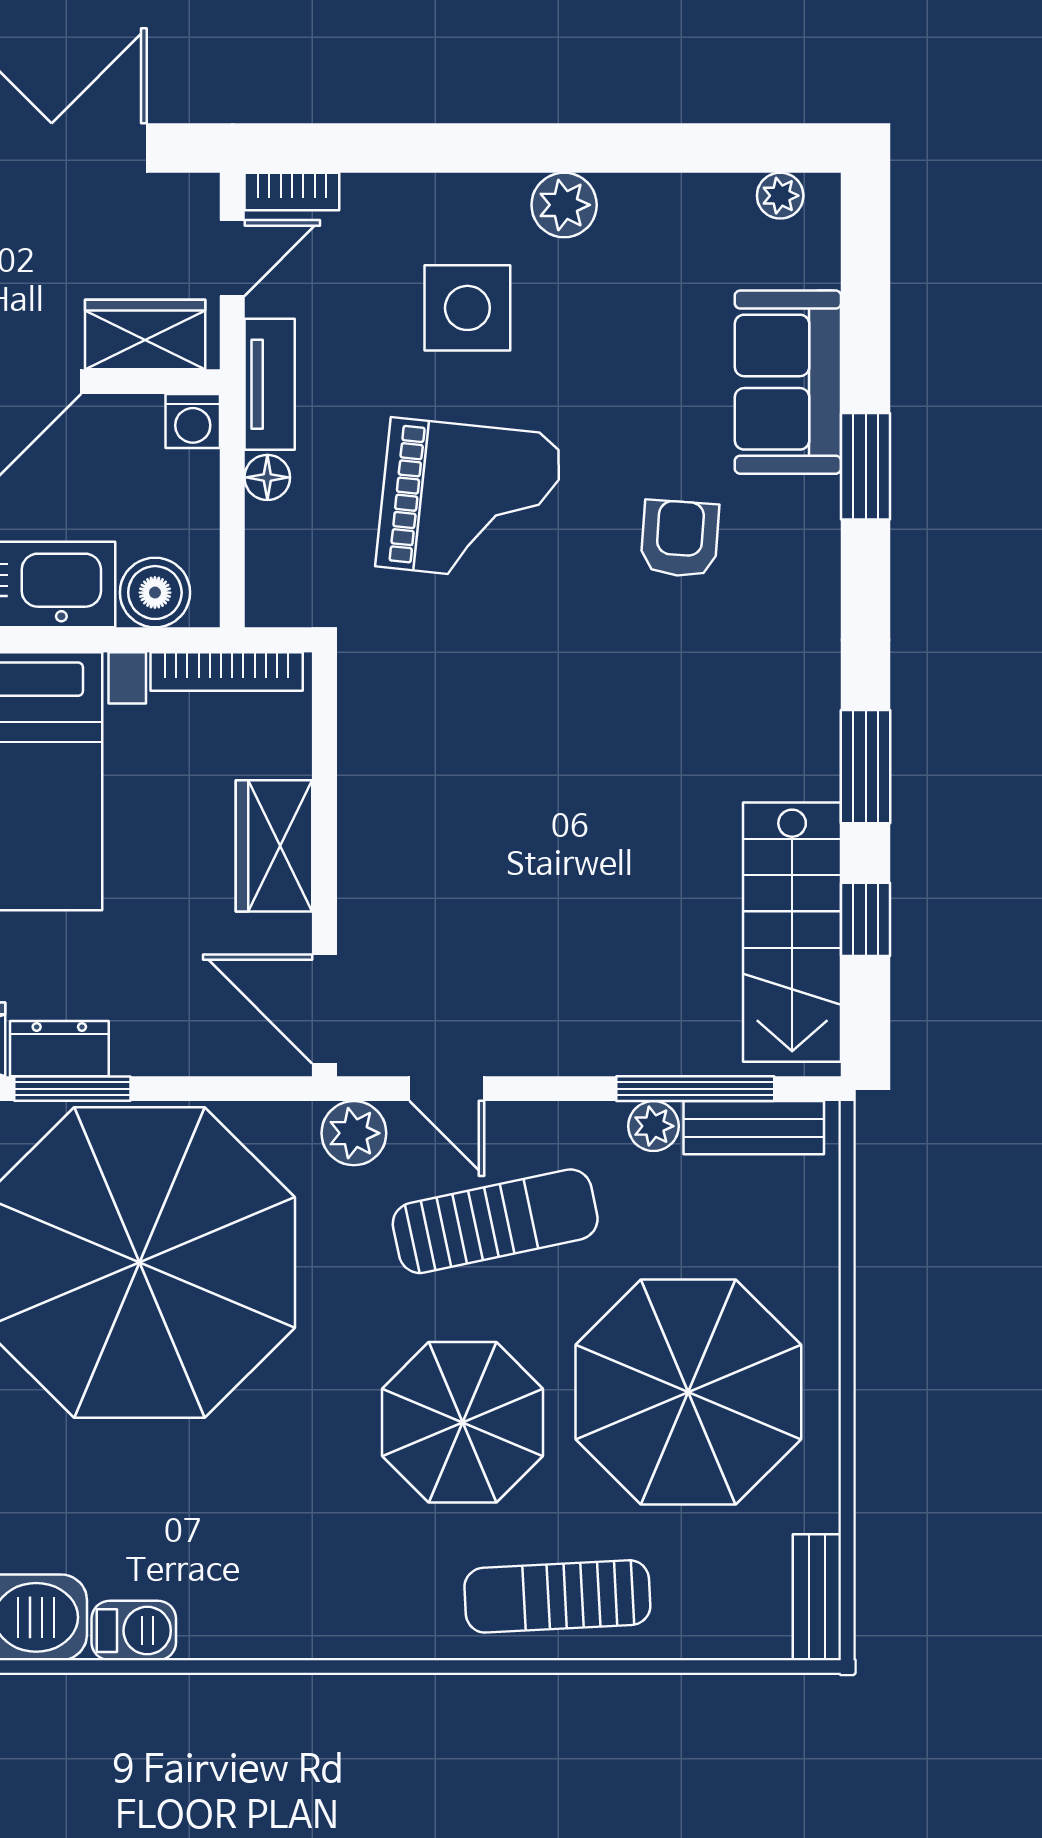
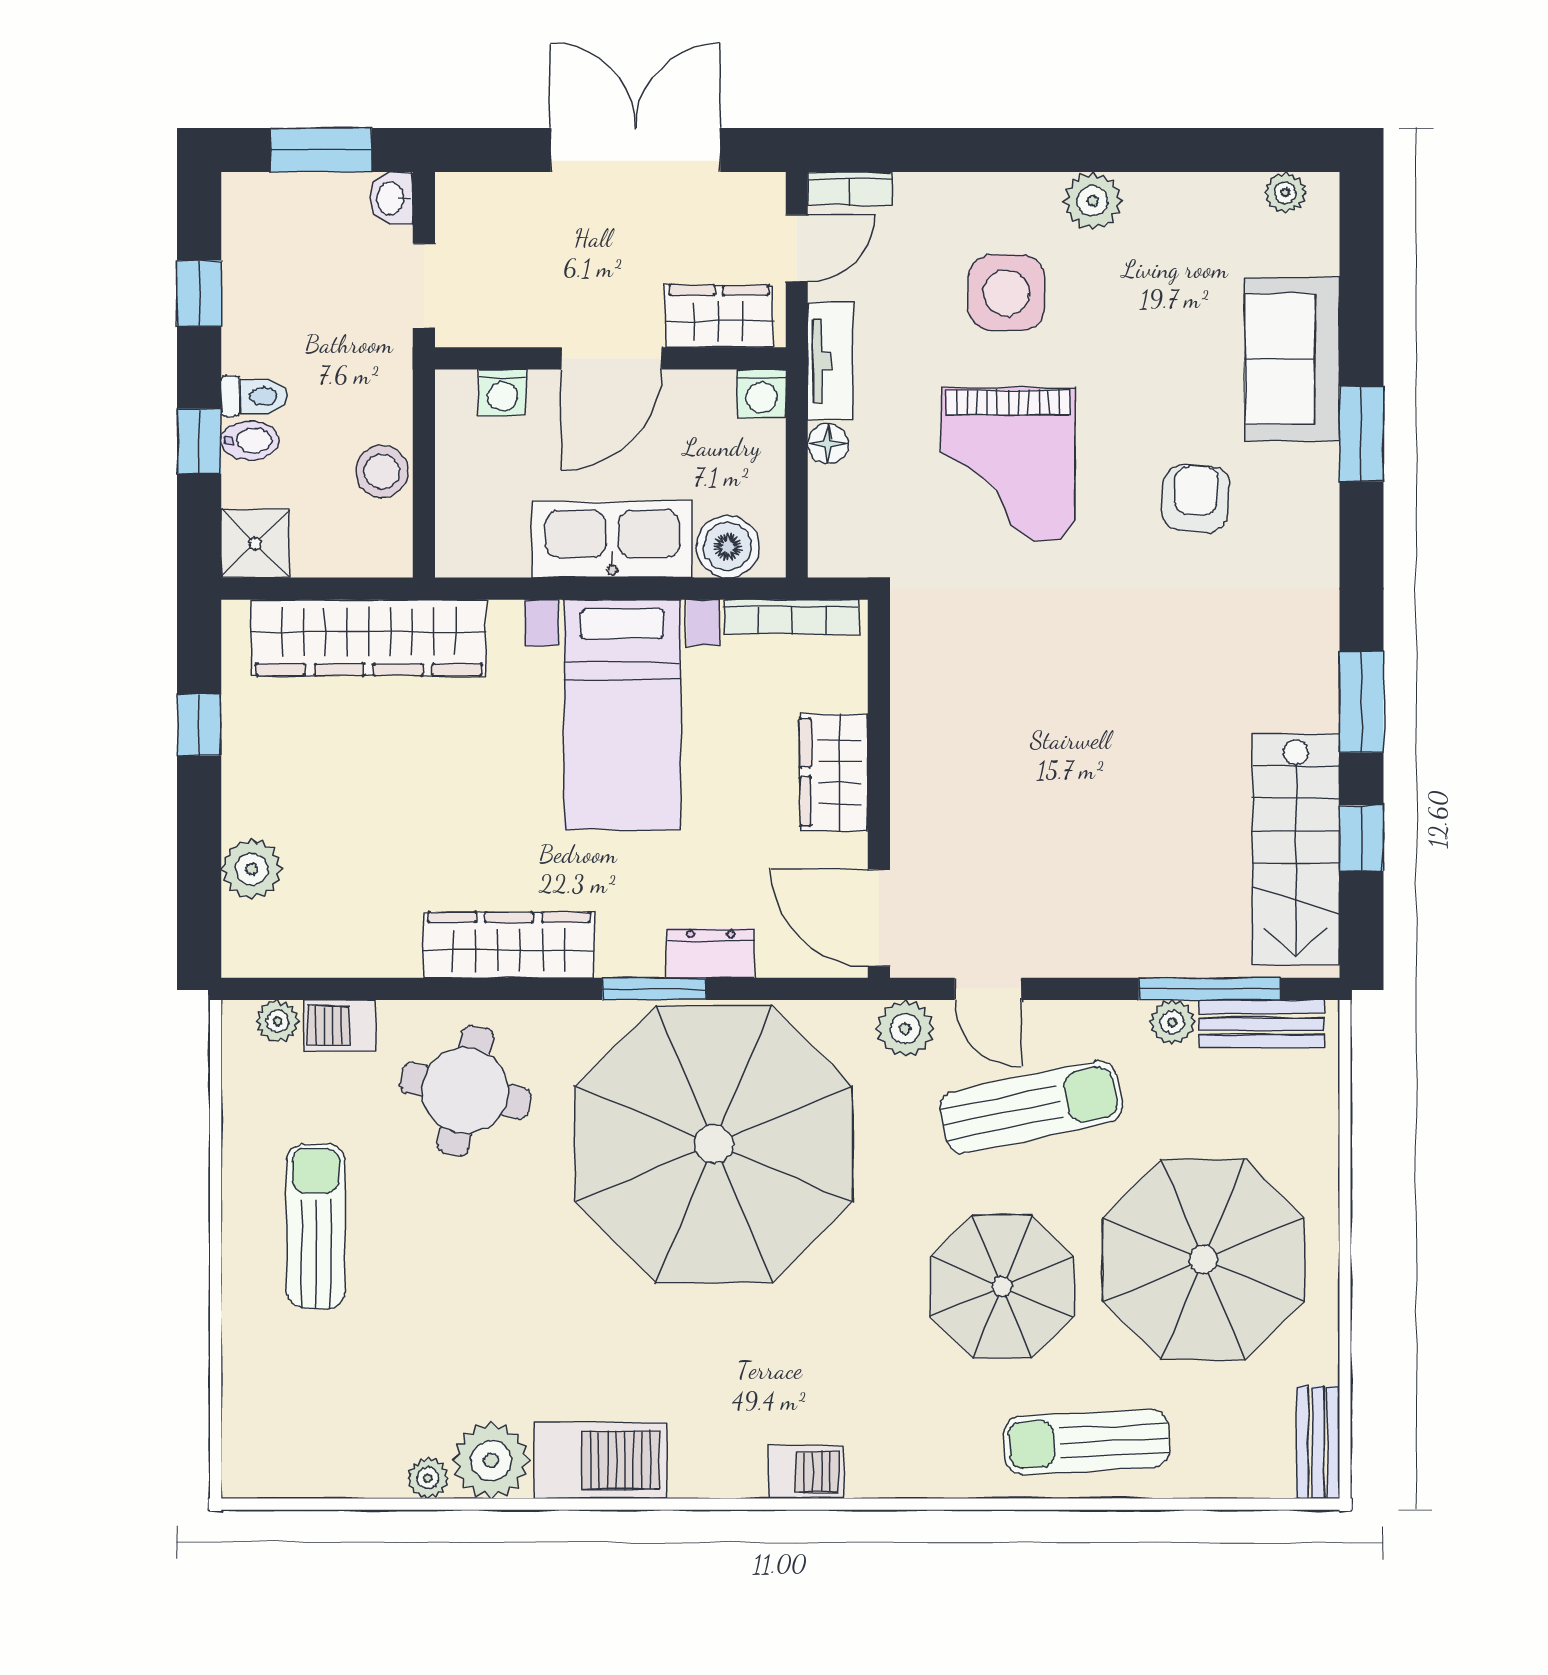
grand piano: (469, 501) -> (1008, 465), turned 84
dresser: (59, 1049) -> (711, 953), moved
barbecue: (134, 1631) -> (806, 1472), moved

